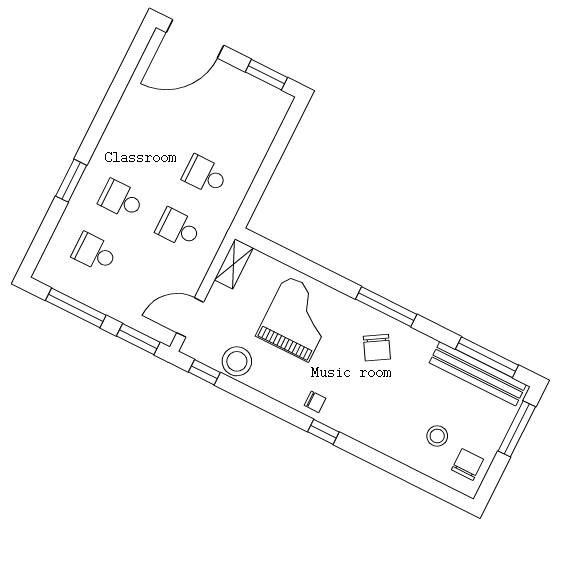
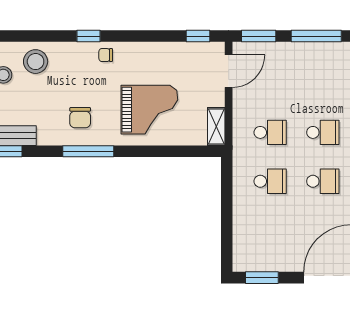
school desk: (94, 252) -> (323, 181), moved
grand piano: (297, 319) -> (149, 110), turned -90
chair: (377, 348) -> (80, 118), turned -149
stool: (237, 361) -> (36, 62), moved

